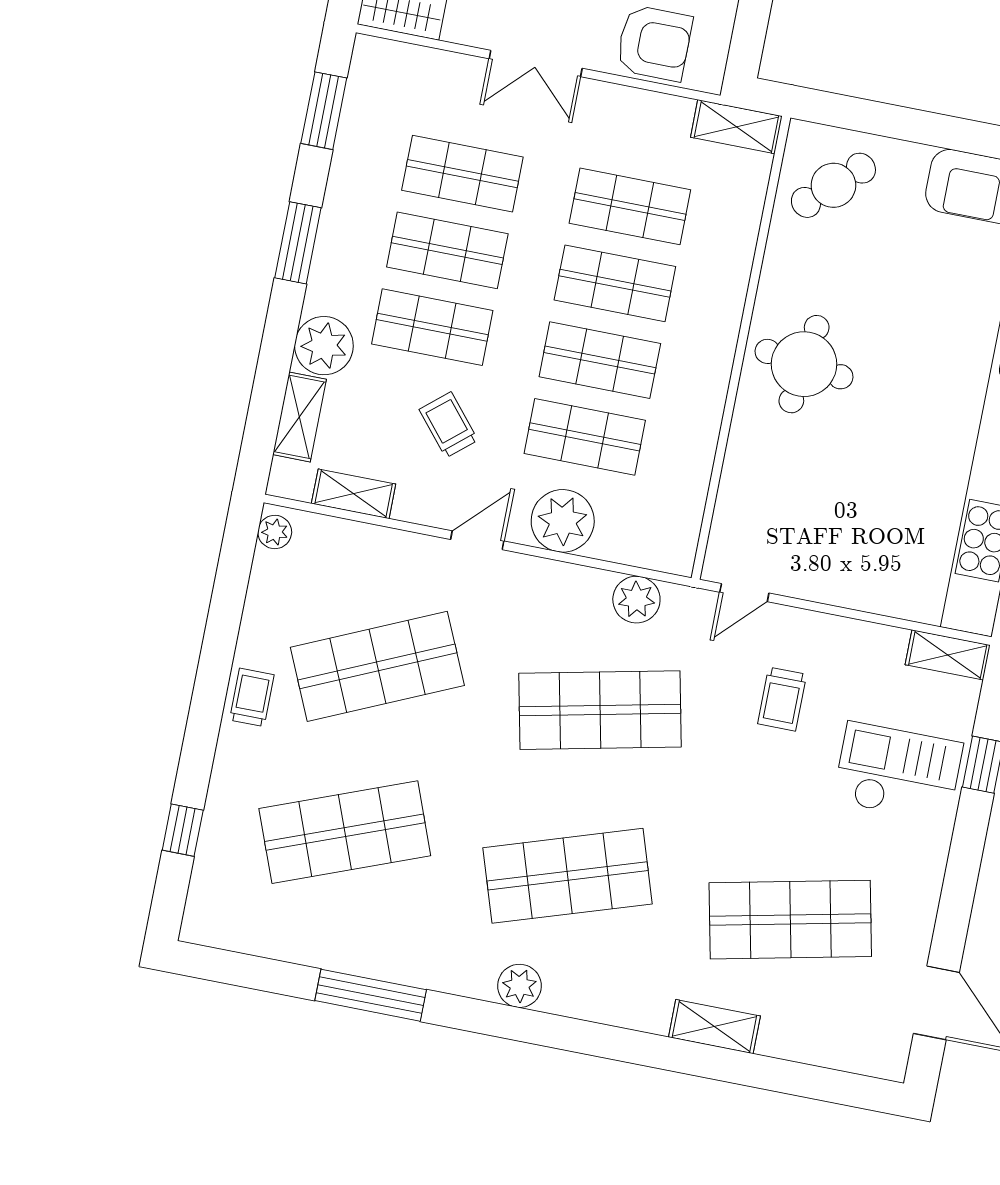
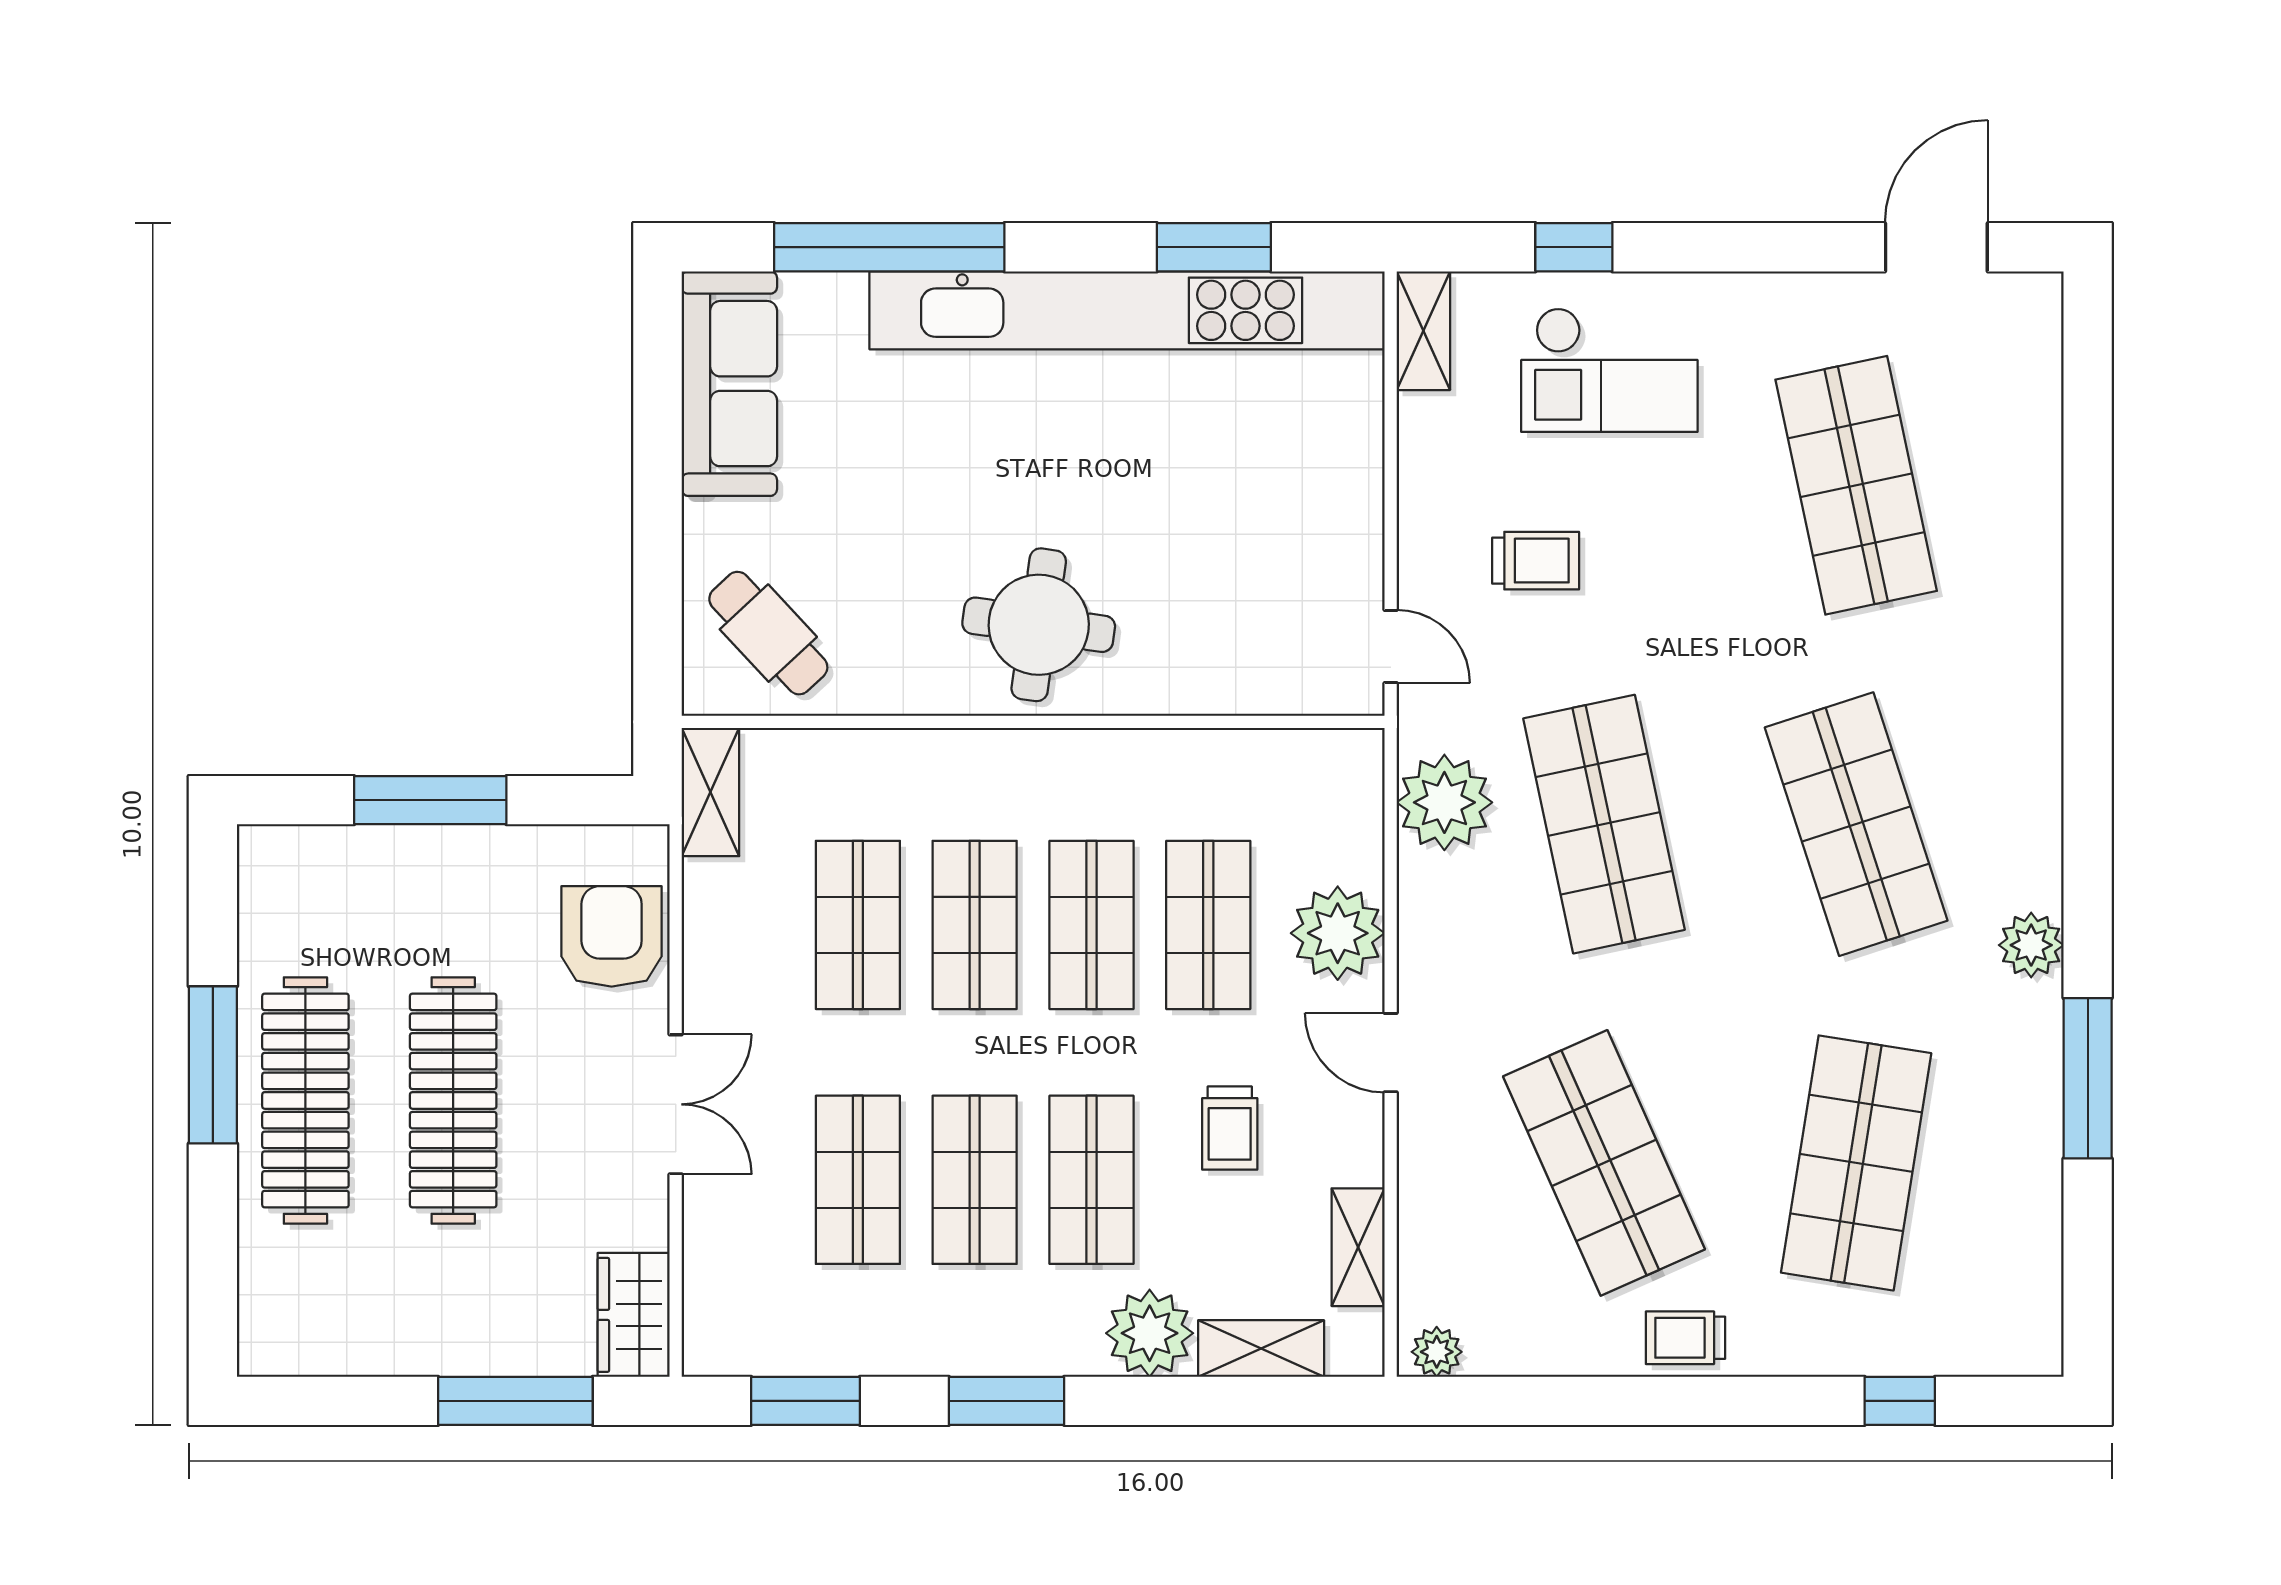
trolley: (448, 425) -> (1230, 1128), turned -50
plant: (636, 600) -> (1444, 802), width x1.36, depth x1.36
checkout: (898, 772) -> (1609, 370), turned -90
shop shelf: (345, 832) -> (1856, 1163), turned 30
plant: (520, 986) -> (2031, 945), moved
shelving: (714, 1027) -> (2035, 566), removed

